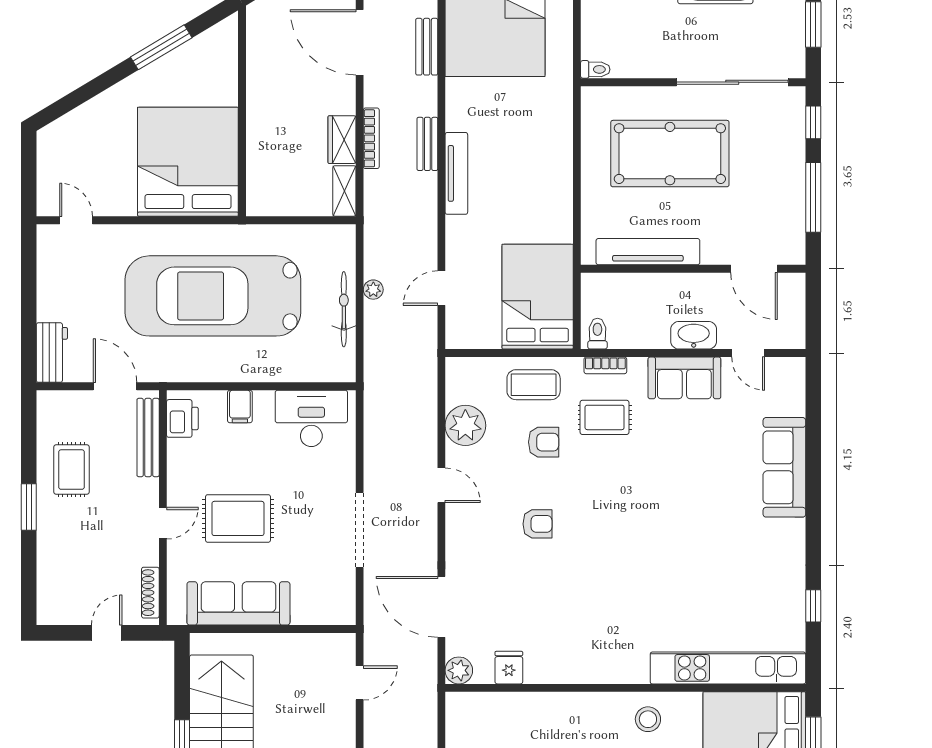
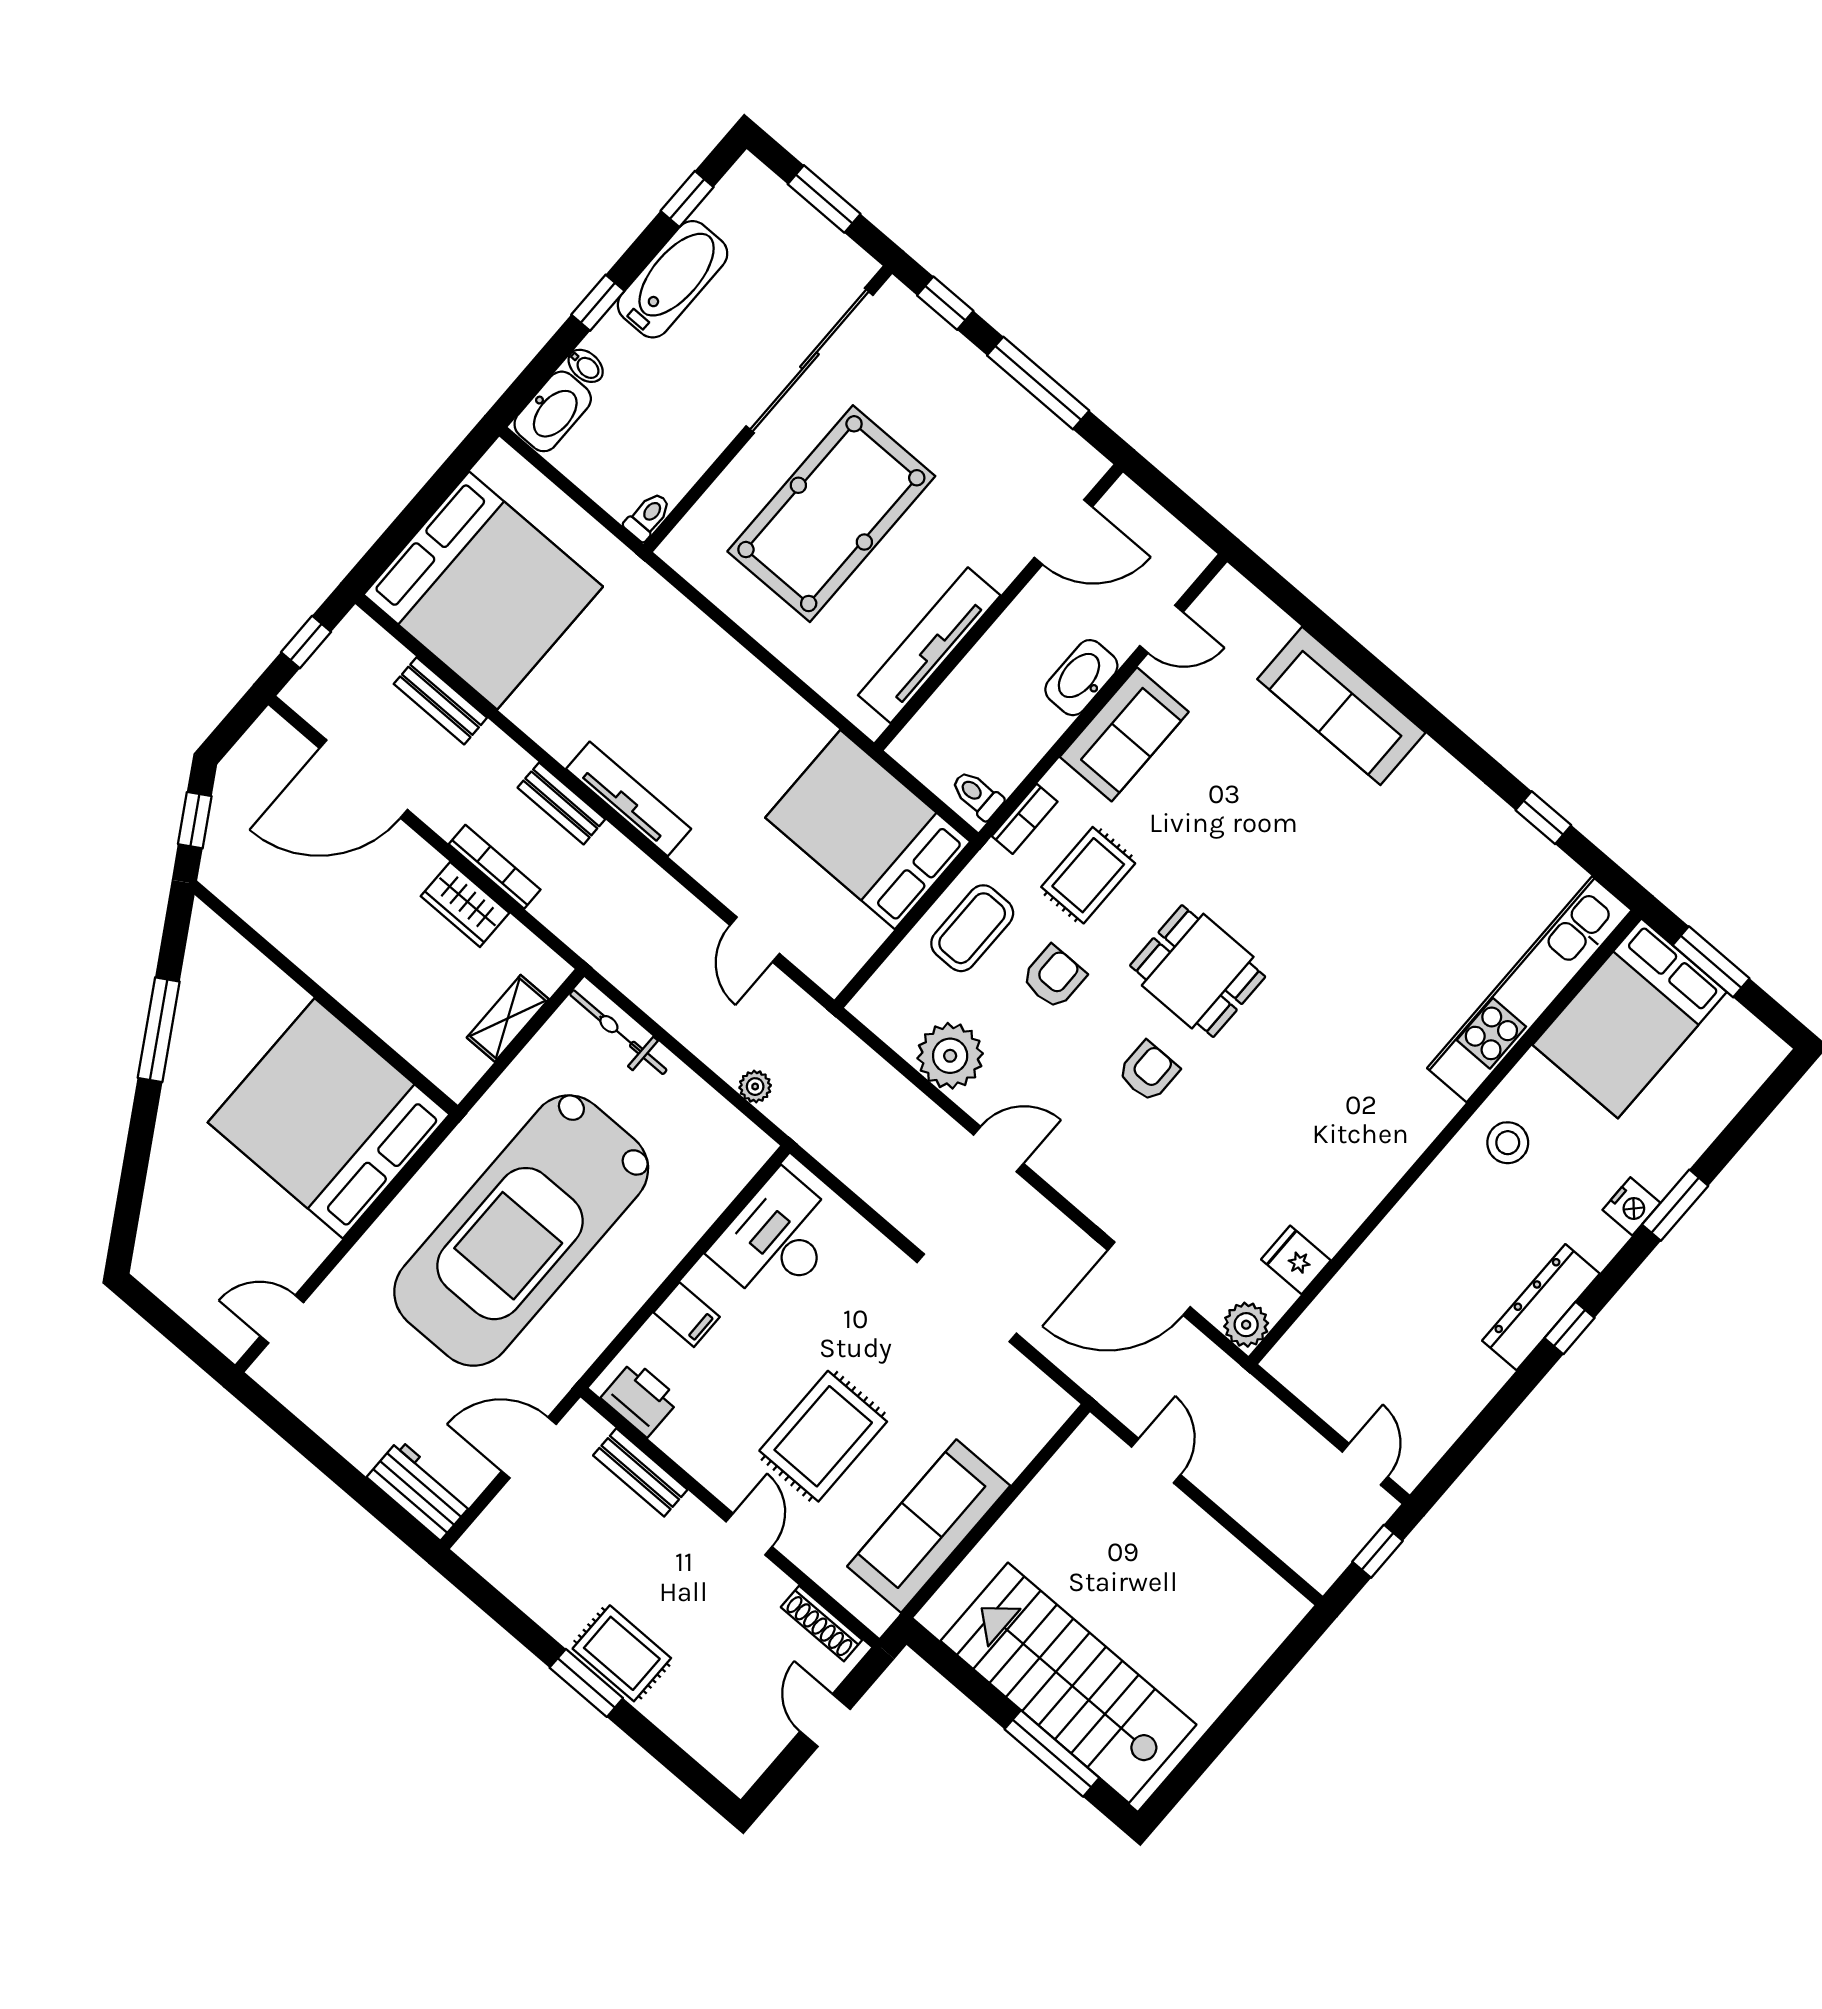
shelving: (344, 191) -> (508, 1018), moved, turned 90
plant: (373, 290) -> (755, 1087), moved
bicycle: (344, 309) -> (618, 1032), moved
bench: (148, 438) -> (640, 1472), width x0.73
rug: (71, 470) -> (622, 1653), moved
dining table: (604, 507) -> (1198, 971), added

